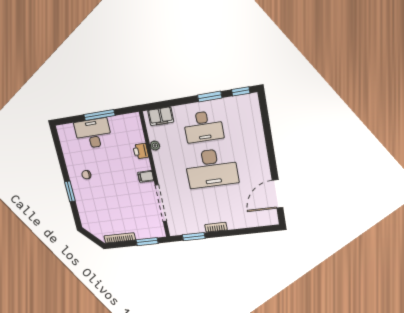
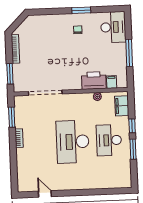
window: (241, 91) -> (132, 126), moved
desk: (93, 134) -> (113, 27), moved
printer: (141, 151) -> (94, 81), width x1.87, depth x1.48
filing cabinet: (146, 176) -> (112, 82), moved
window: (70, 191) -> (81, 10), moved
door: (278, 194) -> (45, 194), width x0.53

